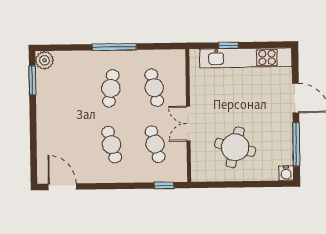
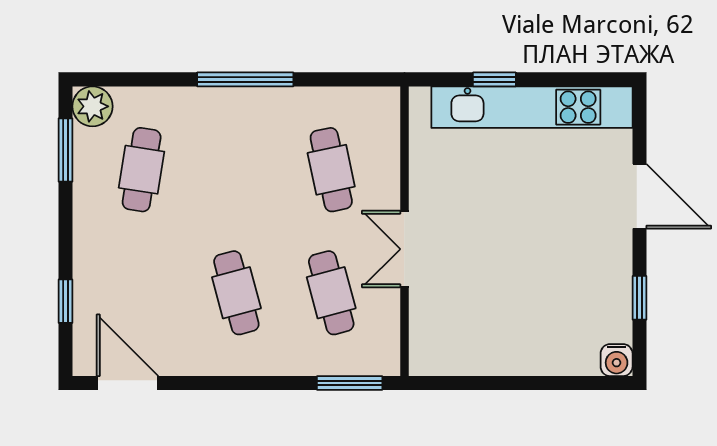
cafe table: (111, 88) -> (142, 170), moved
window: (296, 144) -> (639, 298), width x0.46
round table: (235, 147) -> (506, 302), removed
window: (33, 150) -> (66, 301), added
window: (164, 185) -> (350, 383), width x1.50

